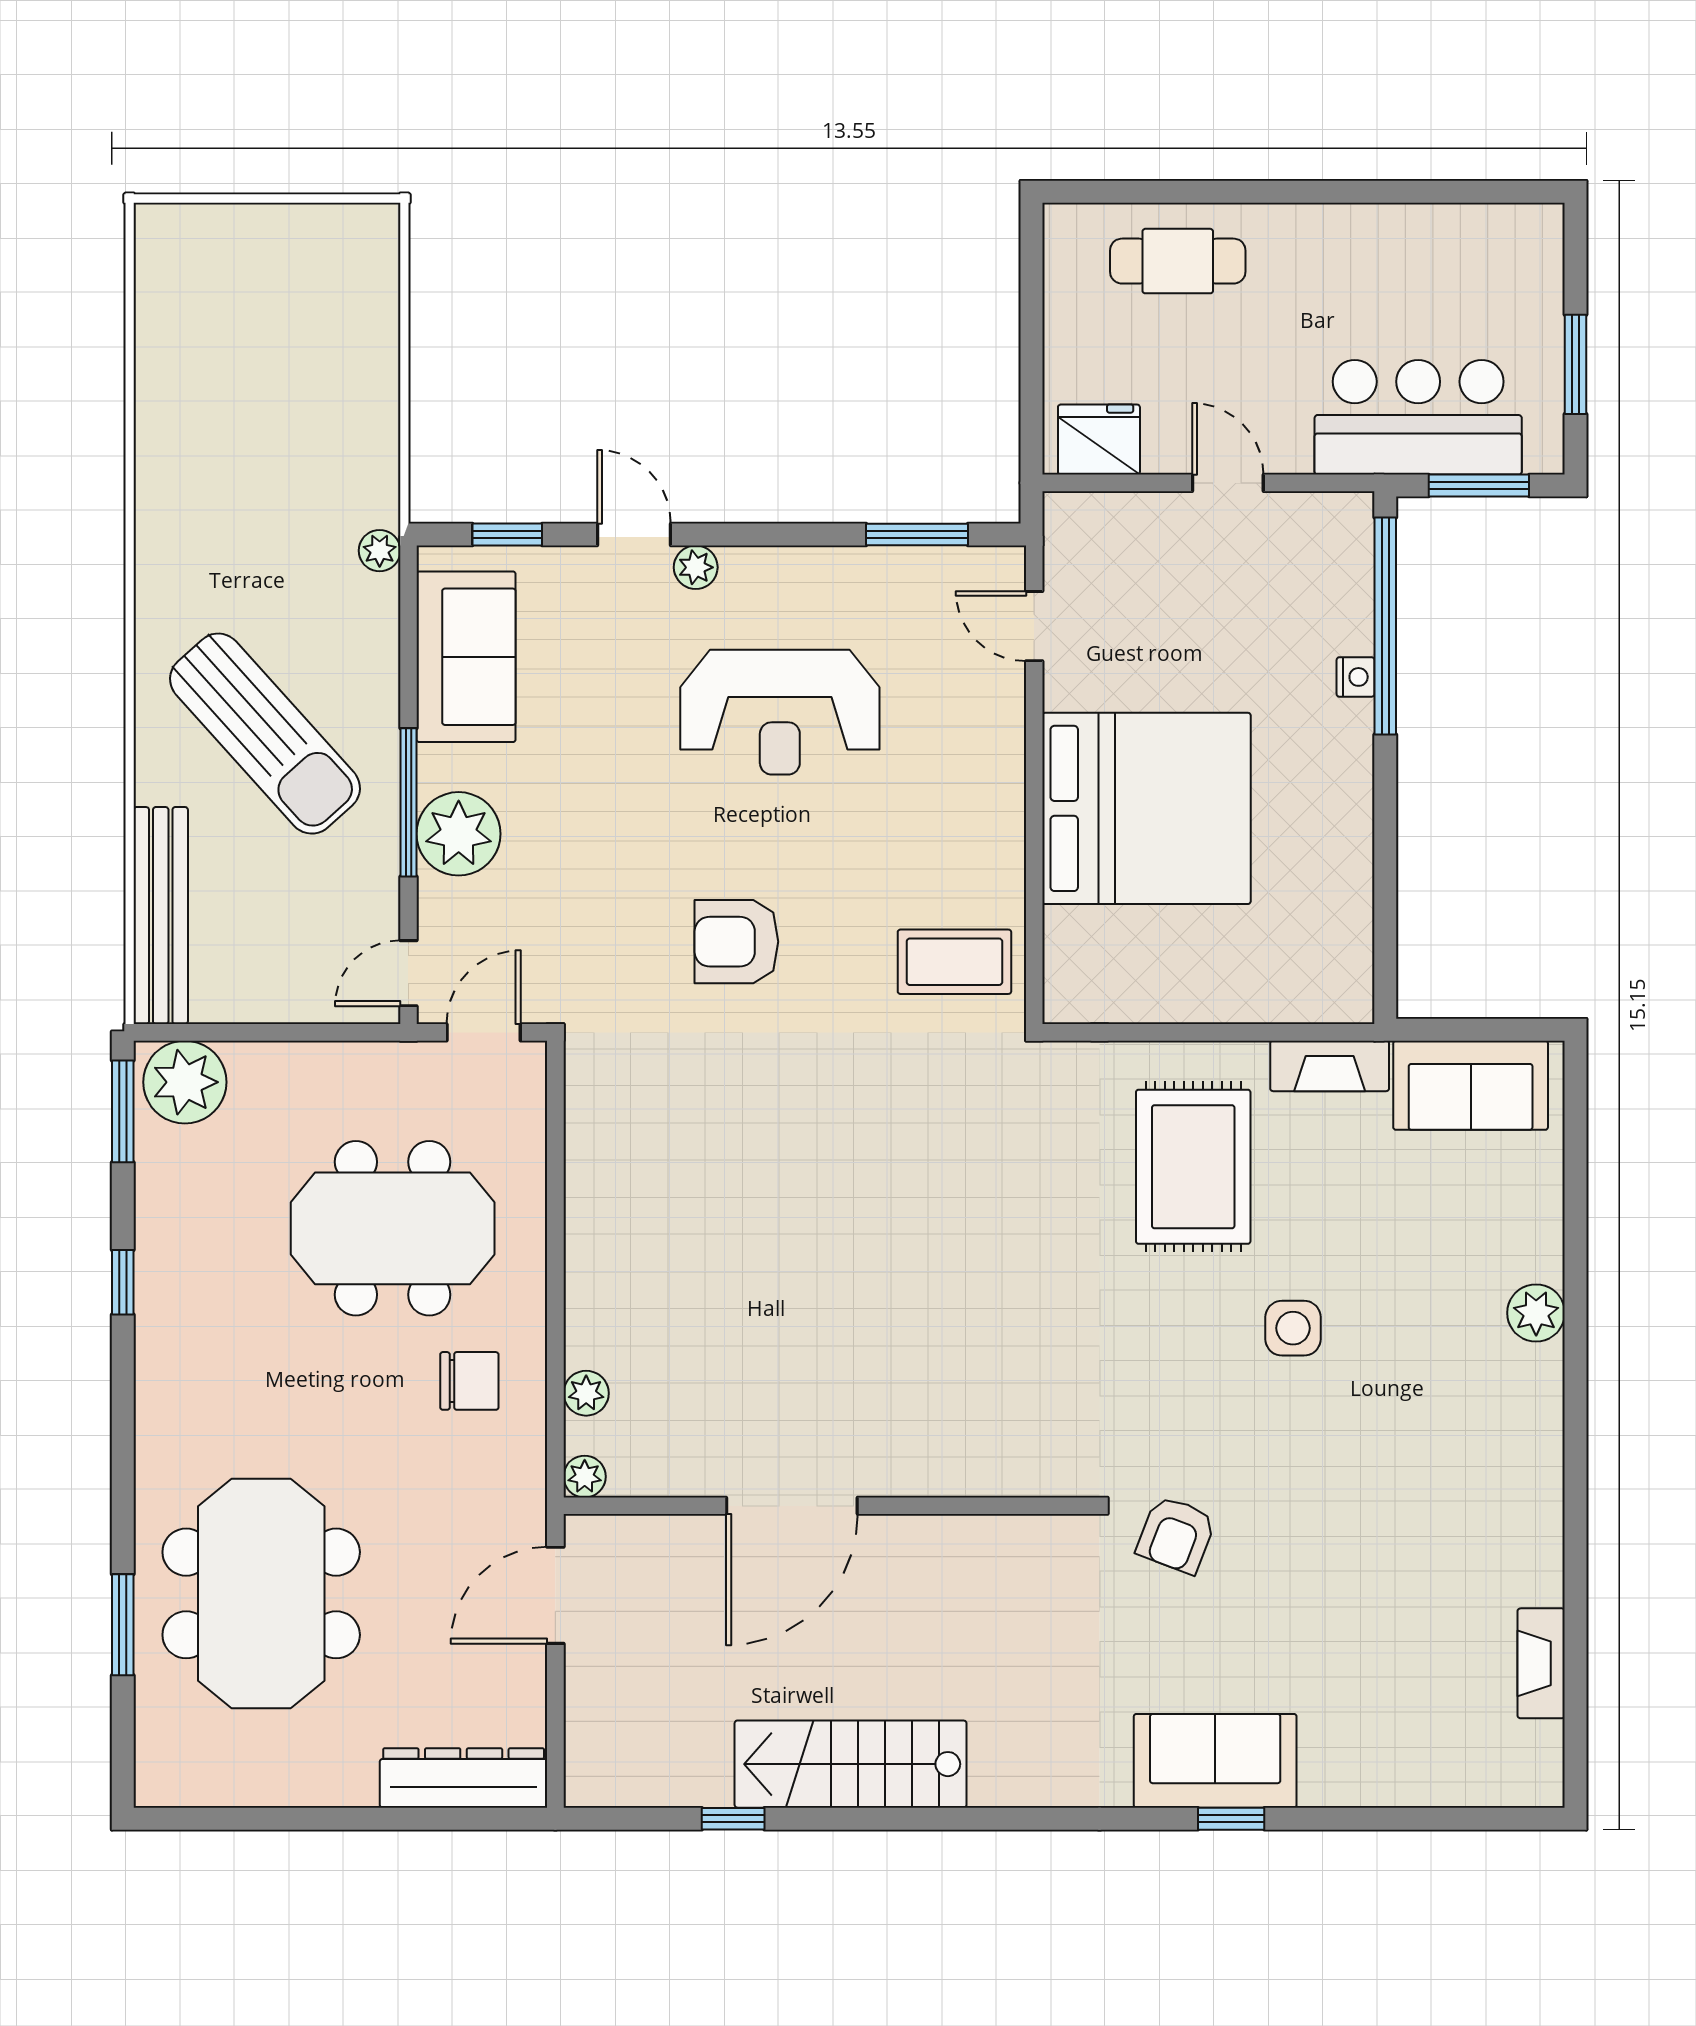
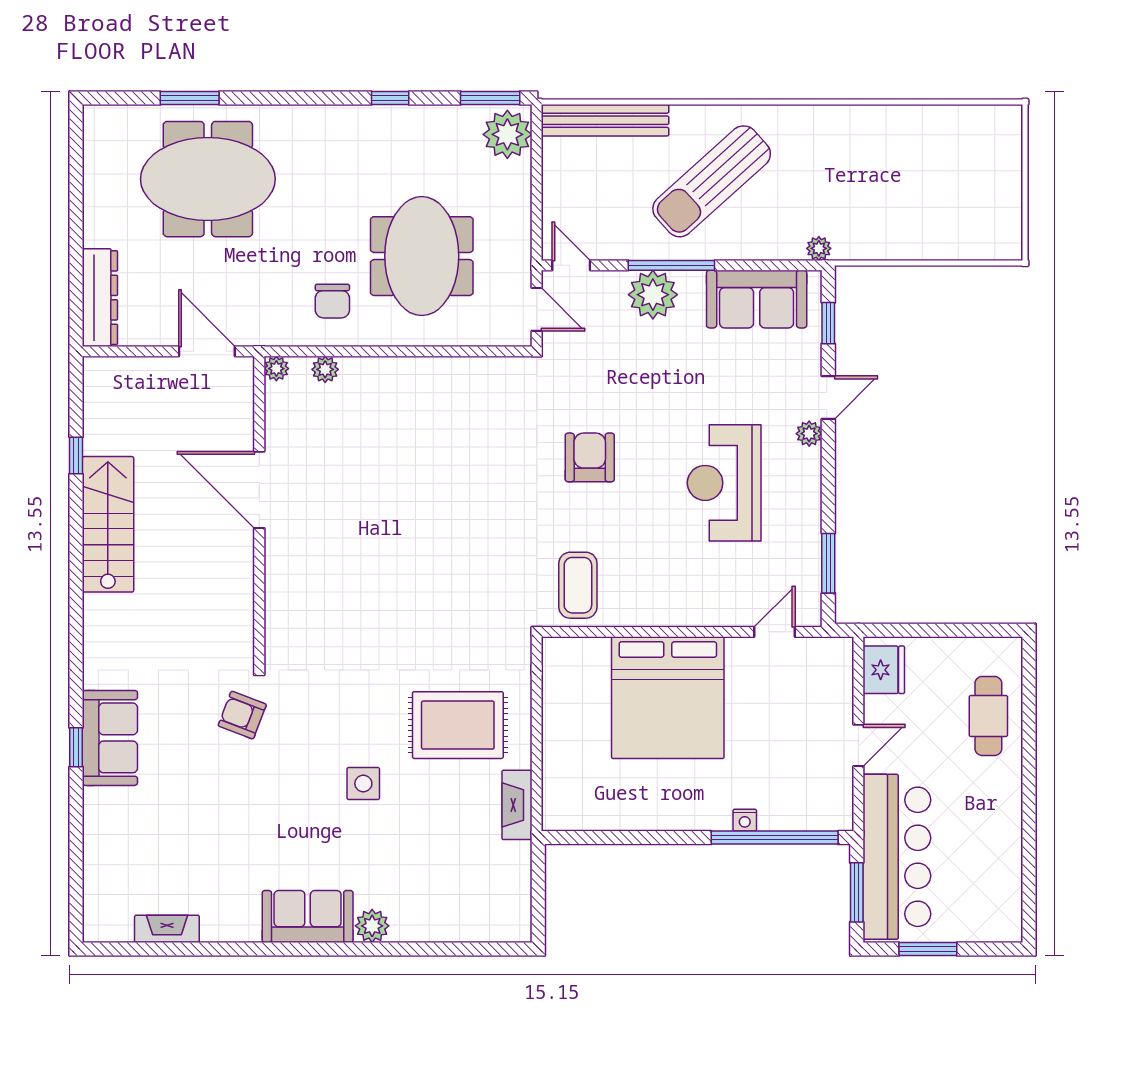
bar counter: (1418, 417) -> (897, 857), width x1.36
sofa: (1471, 1085) -> (308, 917), moved, turned 90

